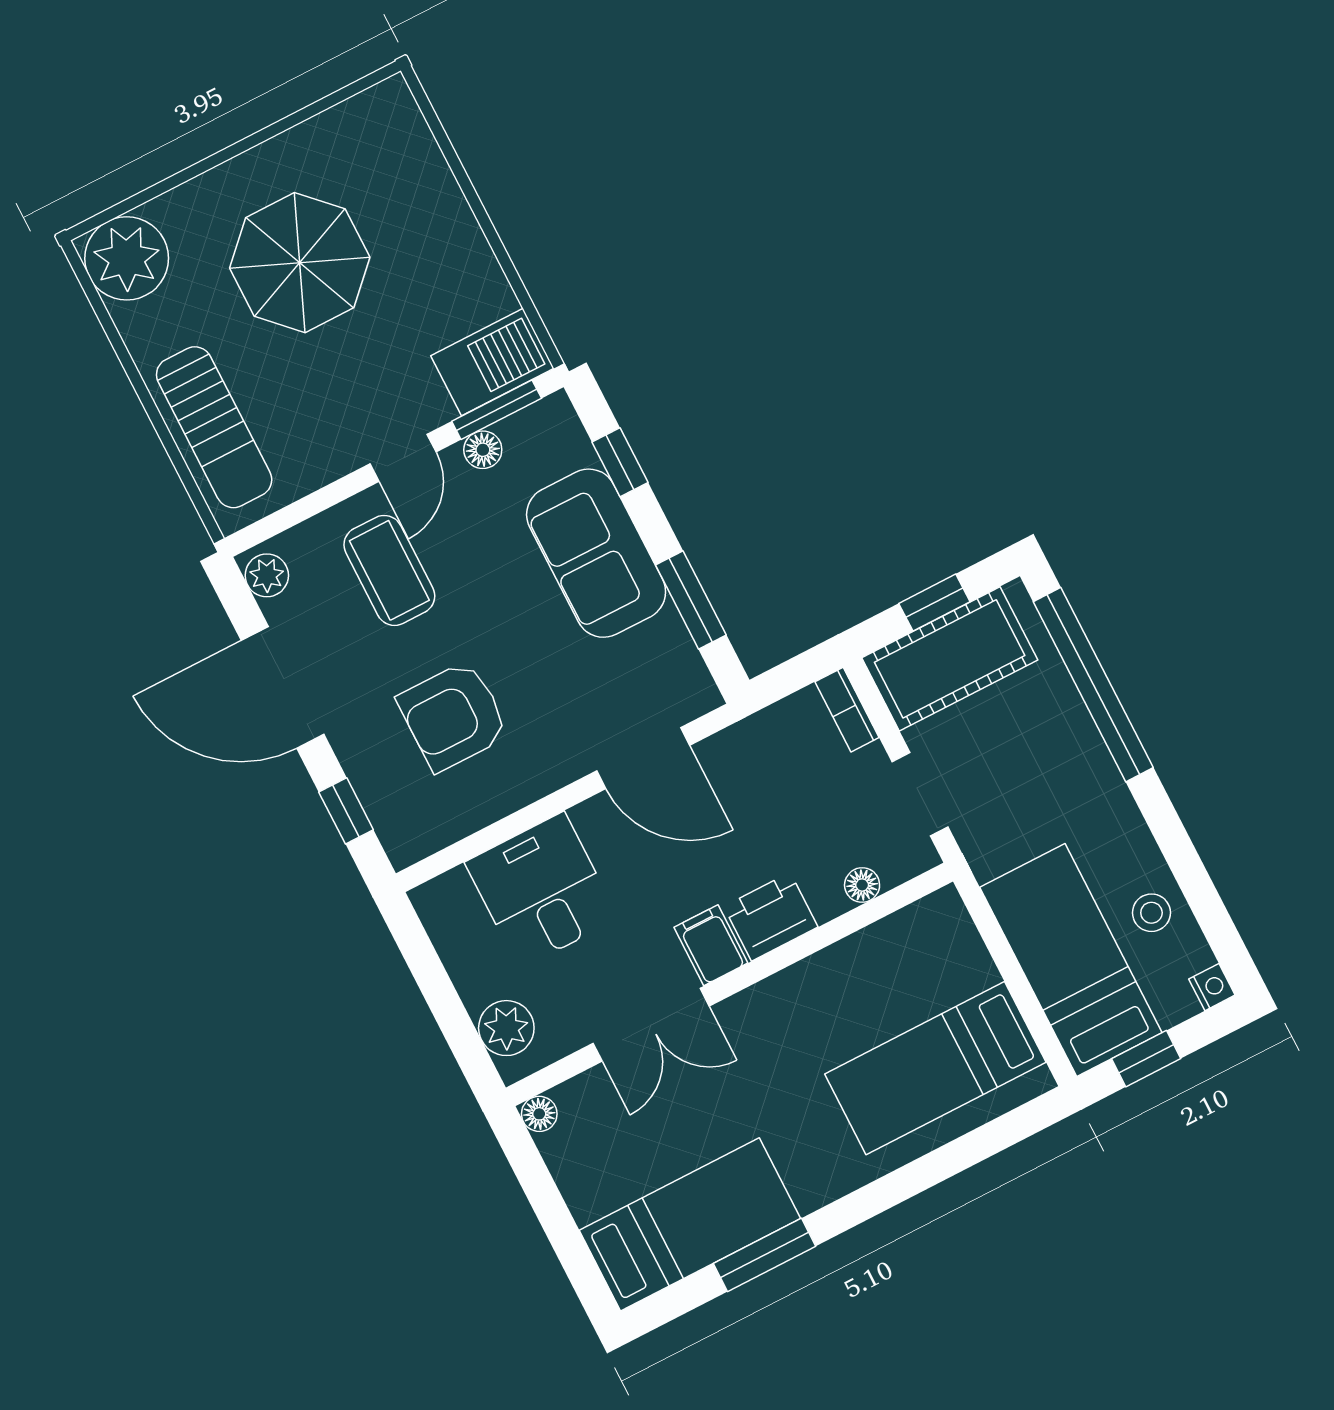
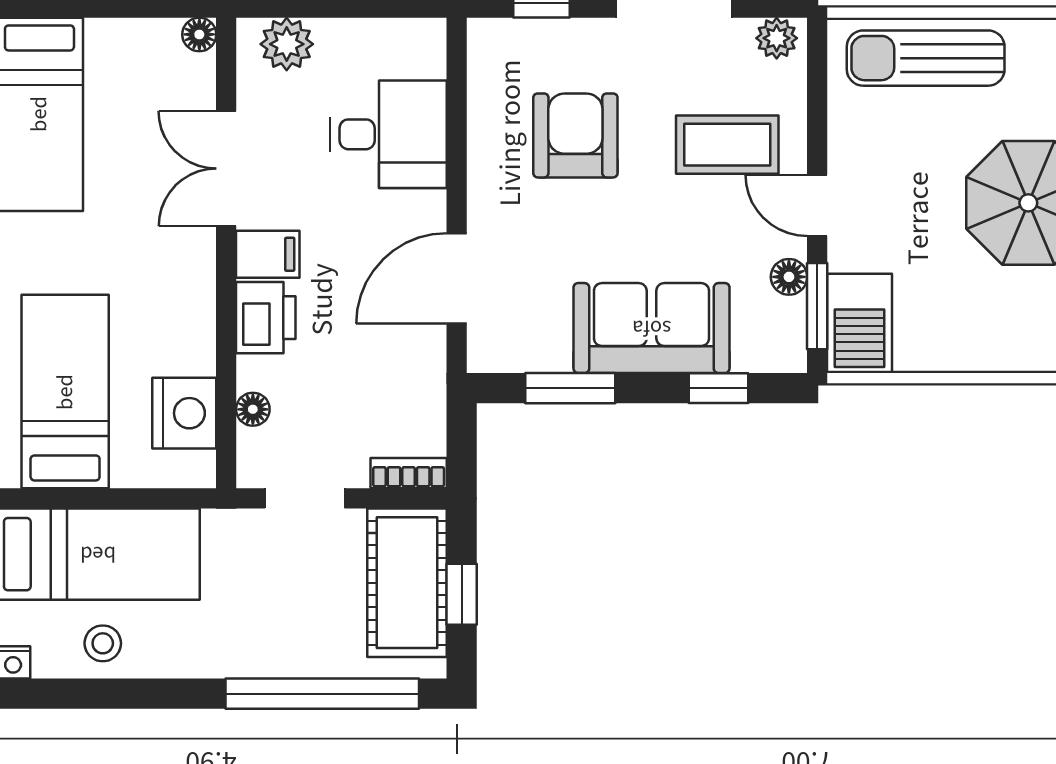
nightstand: (898, 947) -> (184, 413), added

